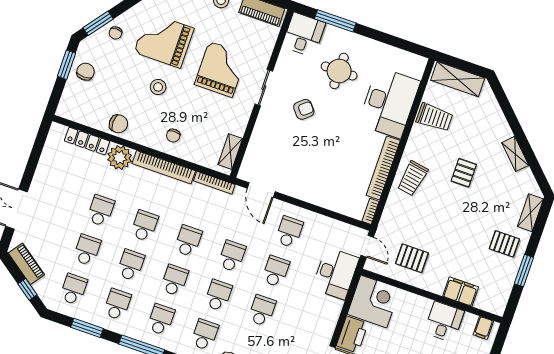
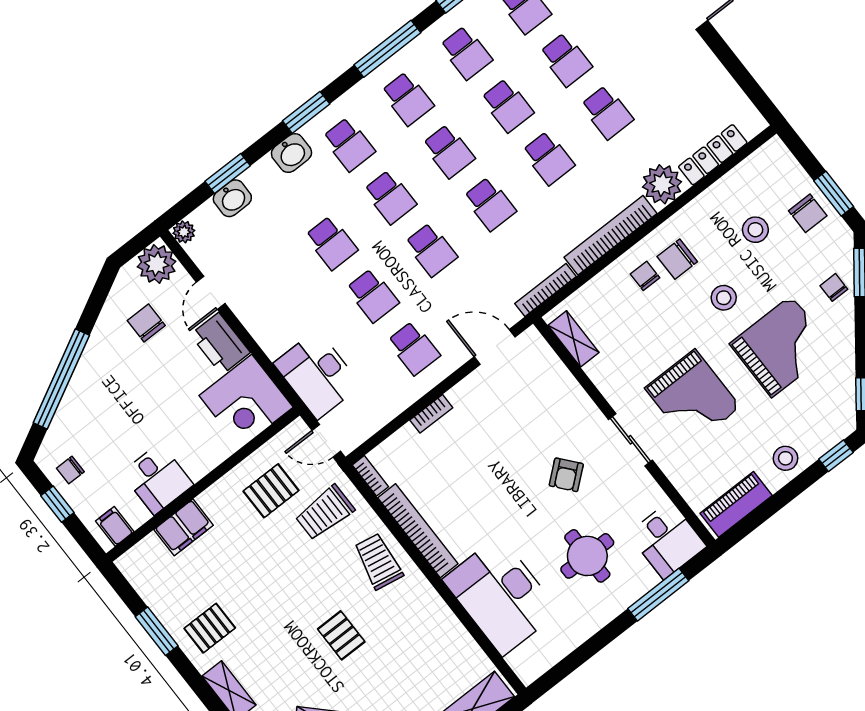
stool: (112, 93) -> (755, 230), added
trolley: (434, 117) -> (325, 513), moved
chair: (118, 124) -> (677, 259), moved
bookcase: (318, 201) -> (431, 414), added

